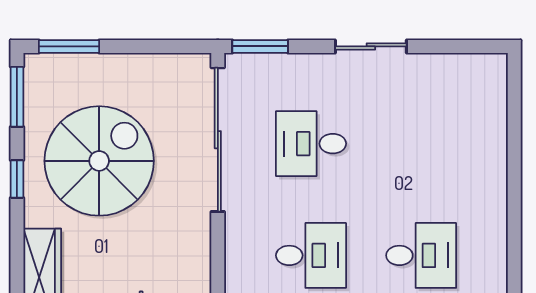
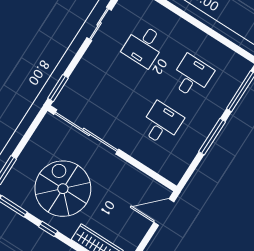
sliding door: (371, 46) -> (99, 24), moved
desk: (311, 144) -> (144, 46), moved

